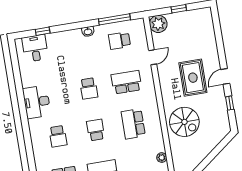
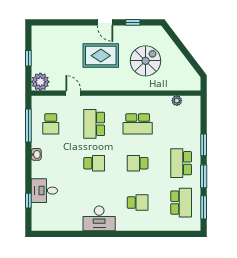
desk: (35, 48) -> (44, 191), moved
spiral stairs: (184, 122) -> (145, 61), moved

